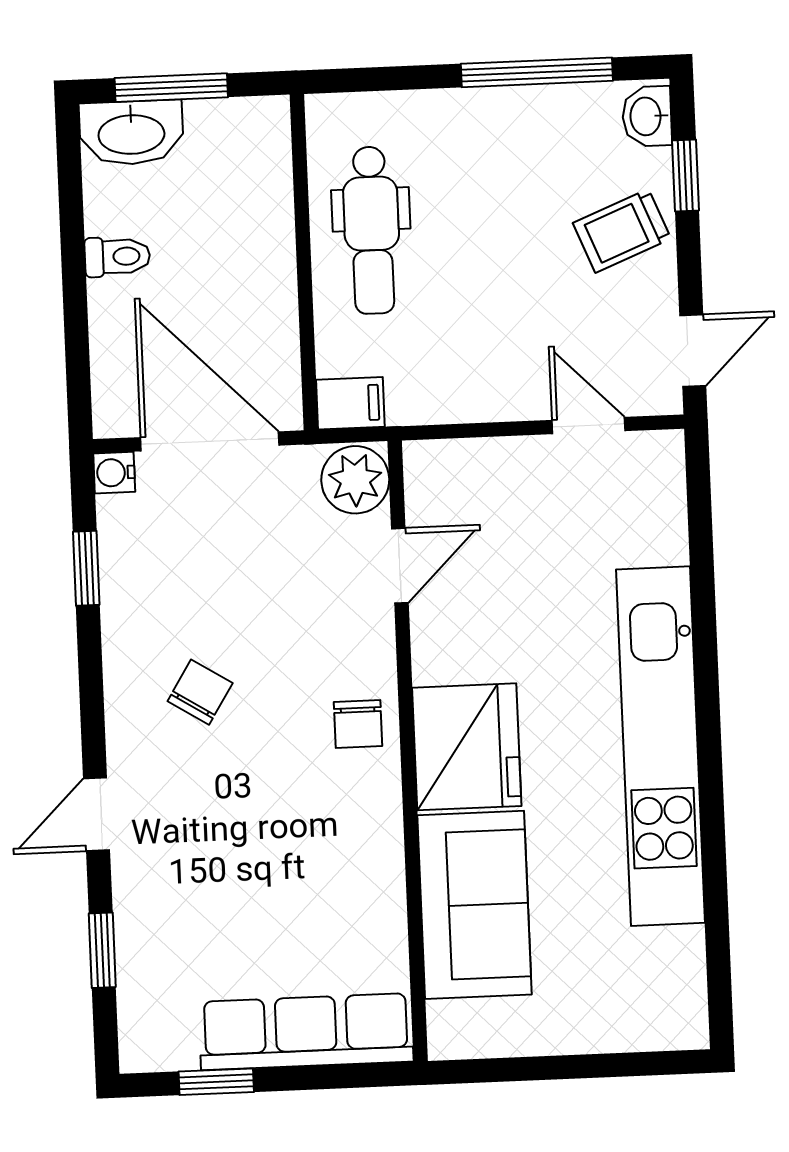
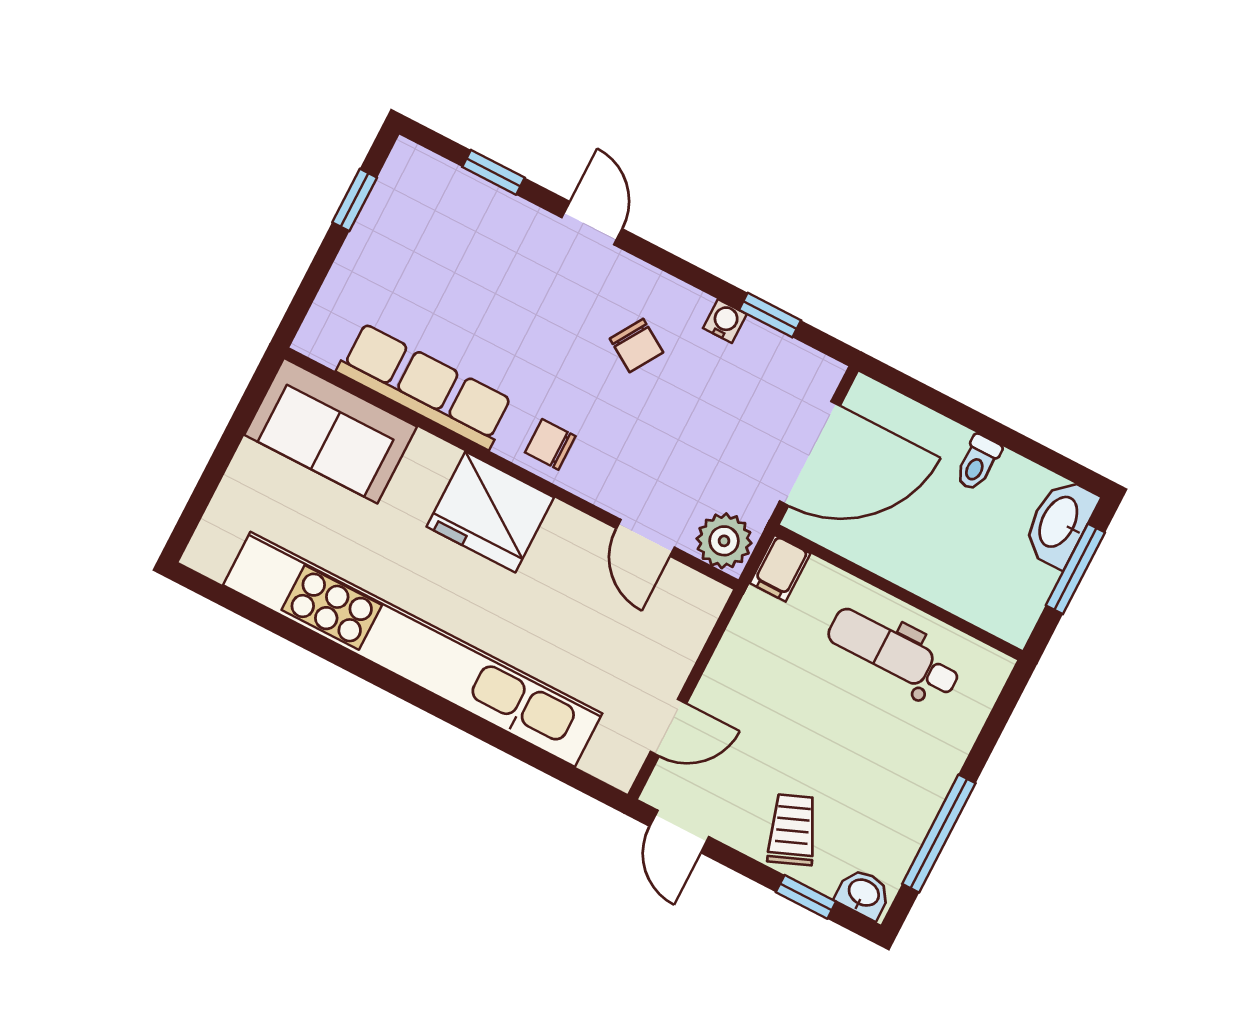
water cooler: (114, 473) -> (725, 321), moved
kitchen unit: (661, 746) -> (413, 649), width x1.36
sofa: (475, 905) -> (331, 431), moved
row of seats: (306, 1032) -> (425, 386), moved, turned -90

